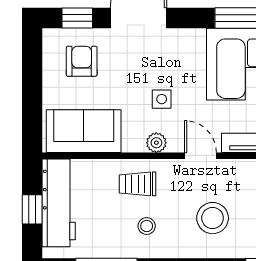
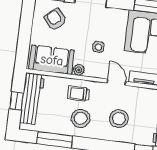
armchair: (82, 61) -> (55, 20), turned -40
plant: (156, 143) -> (79, 70), moved
stool: (147, 226) -> (81, 118), width x1.89, depth x1.89

